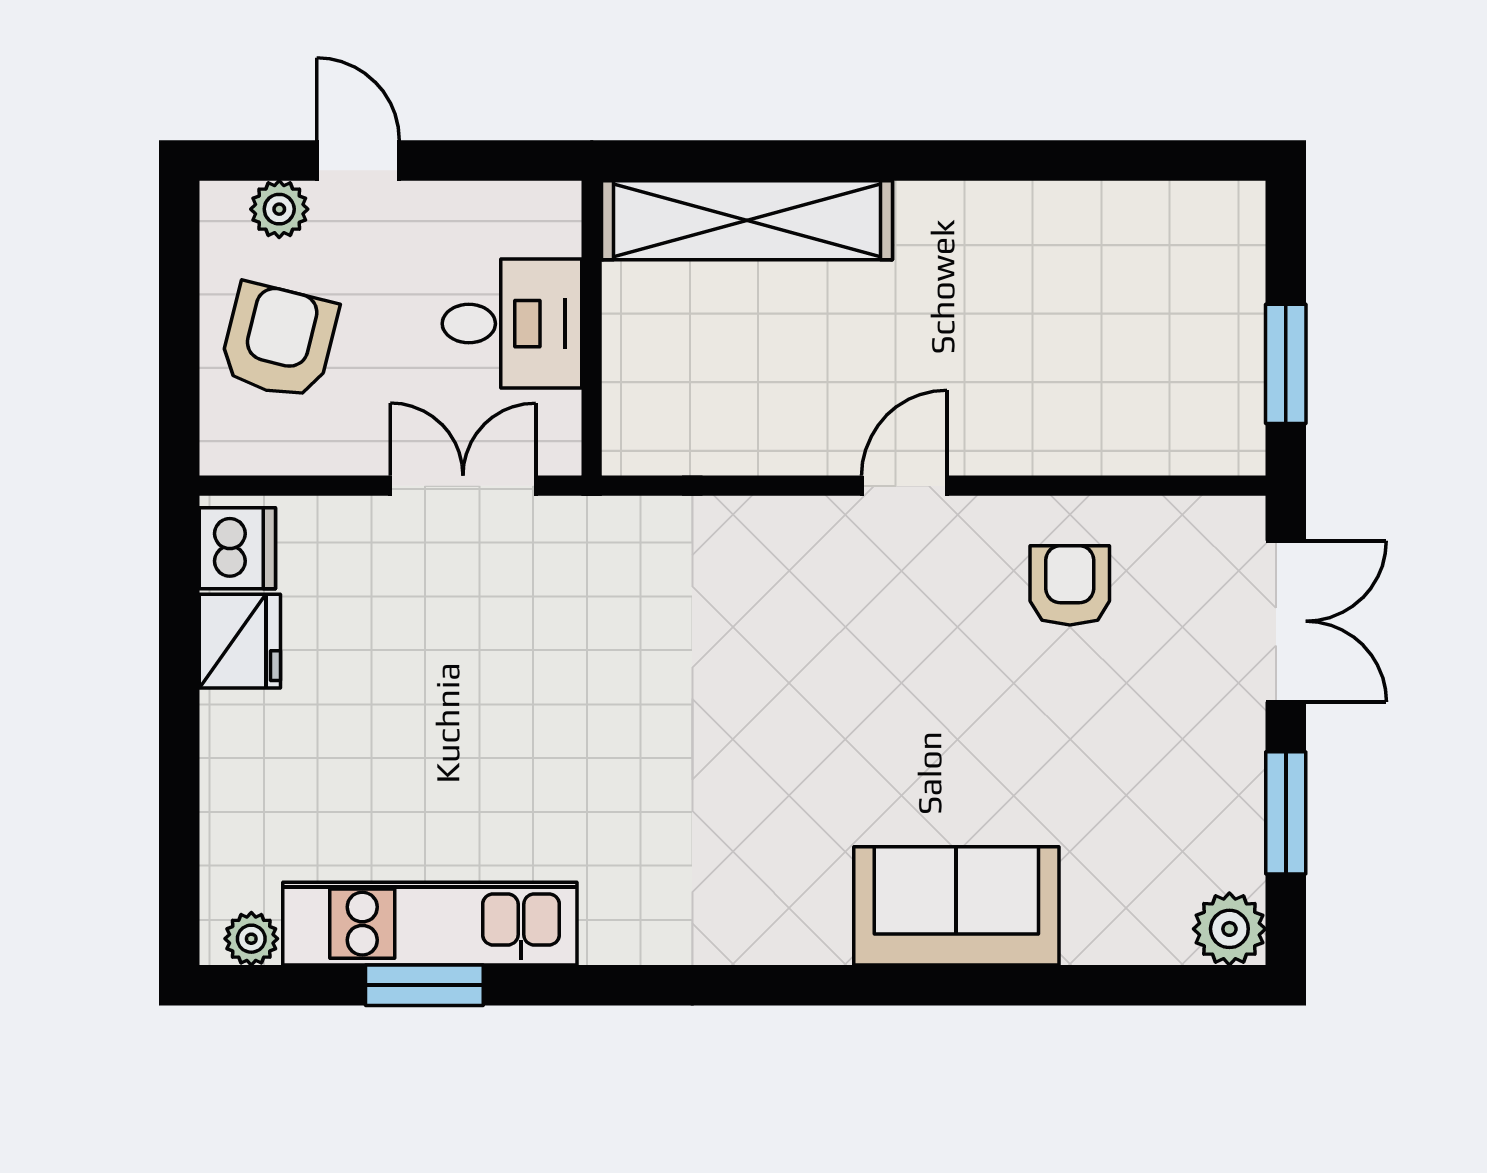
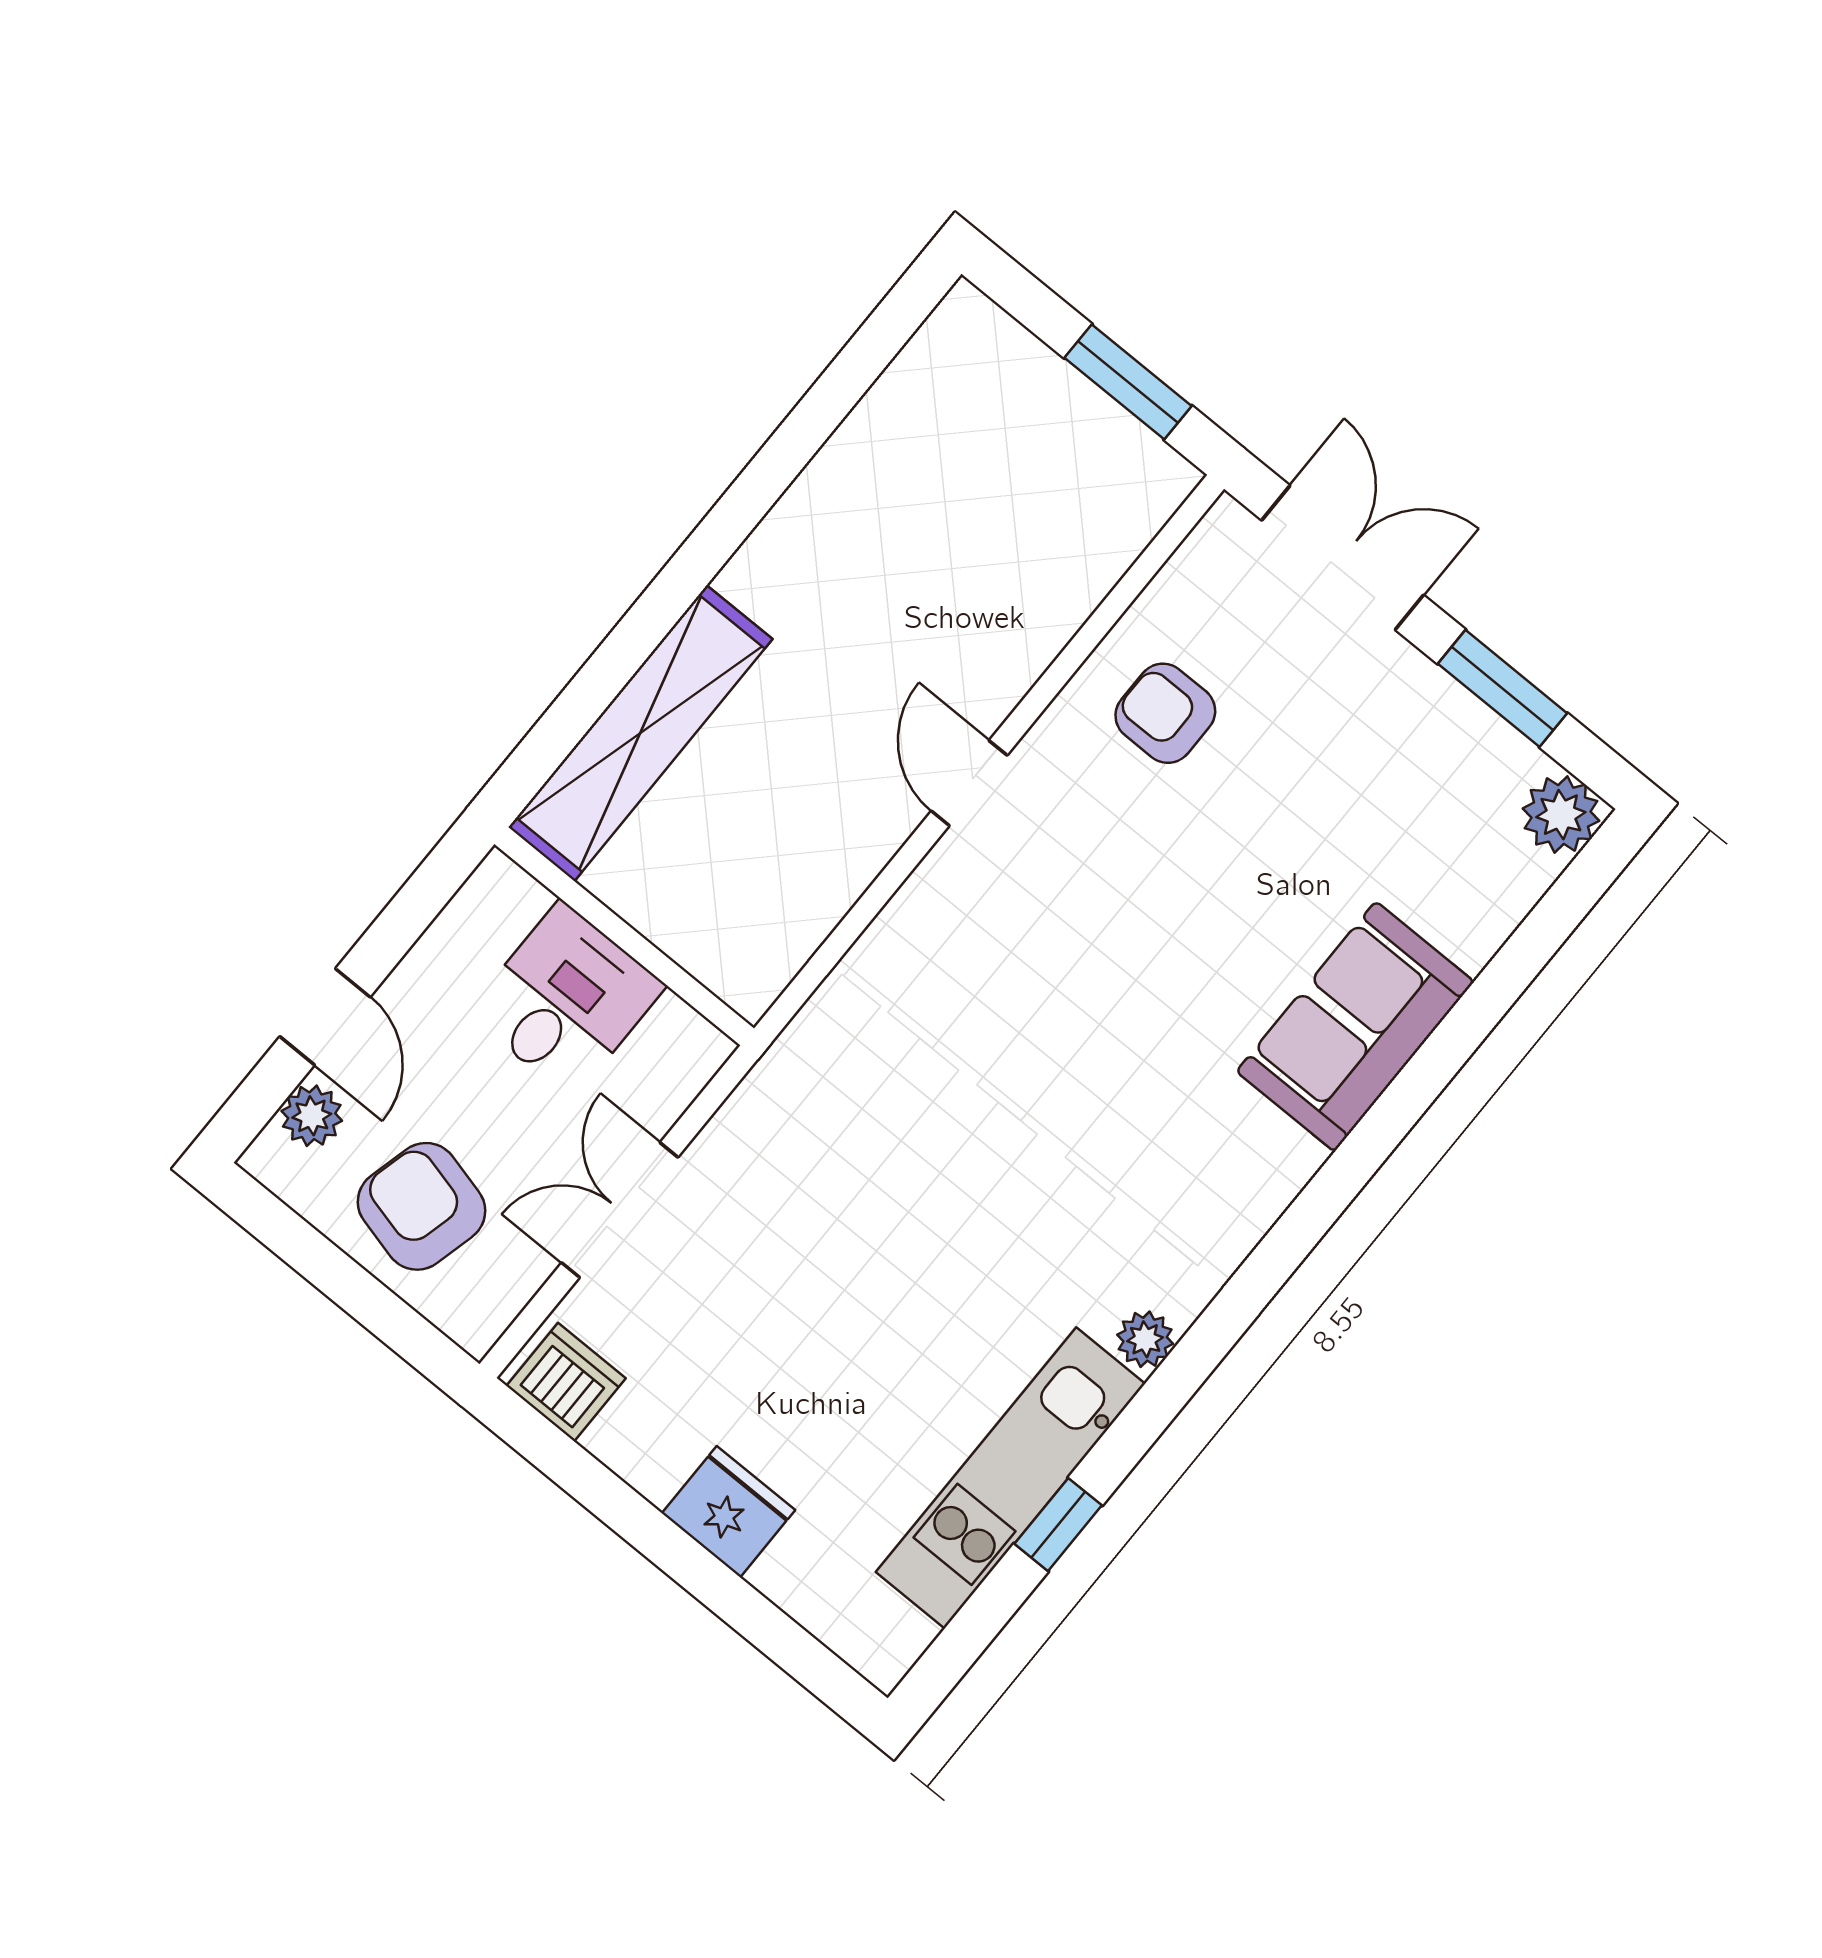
door: (358, 160) -> (325, 1017), swing flipped
double door: (463, 486) -> (620, 1210), moved
fridge: (240, 641) -> (728, 1512), moved
plant: (251, 939) -> (1145, 1339), moved
window: (424, 985) -> (1058, 1525), width x0.67

